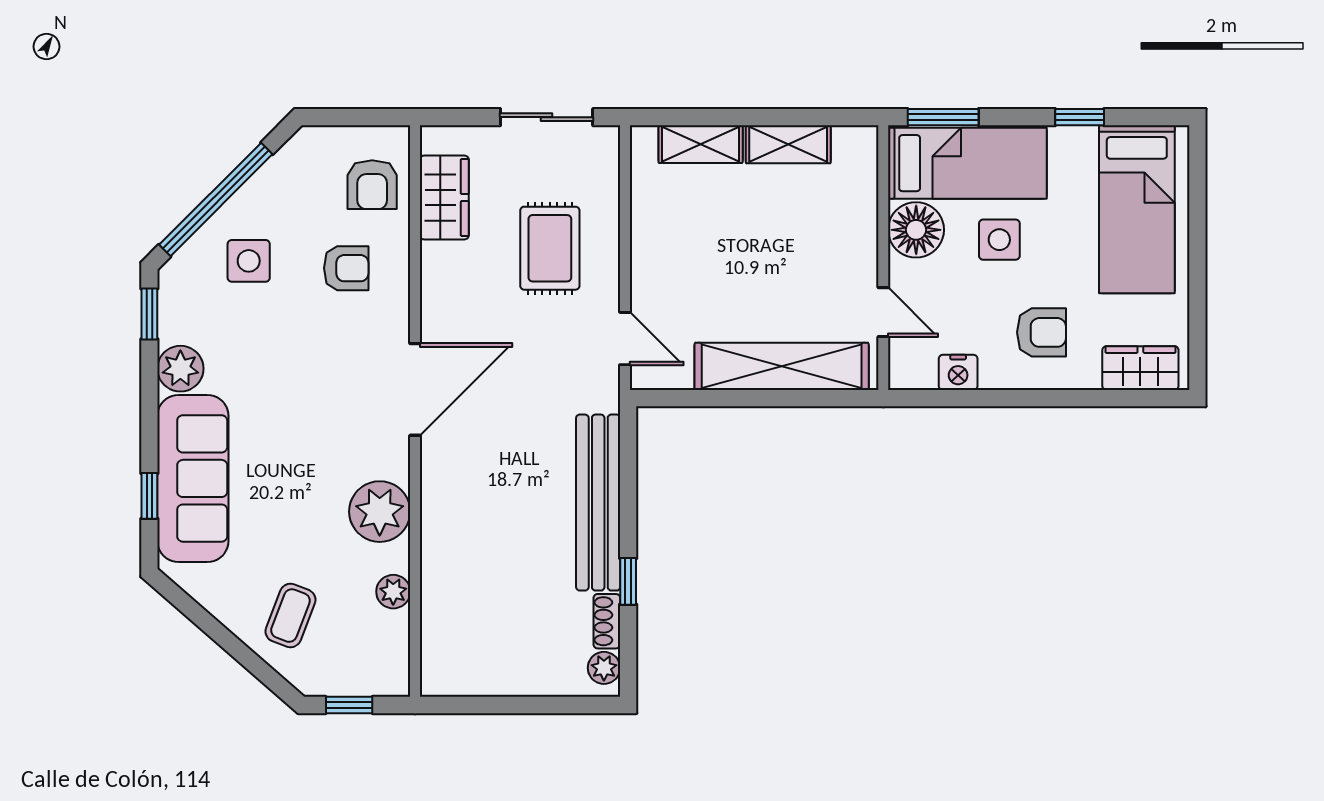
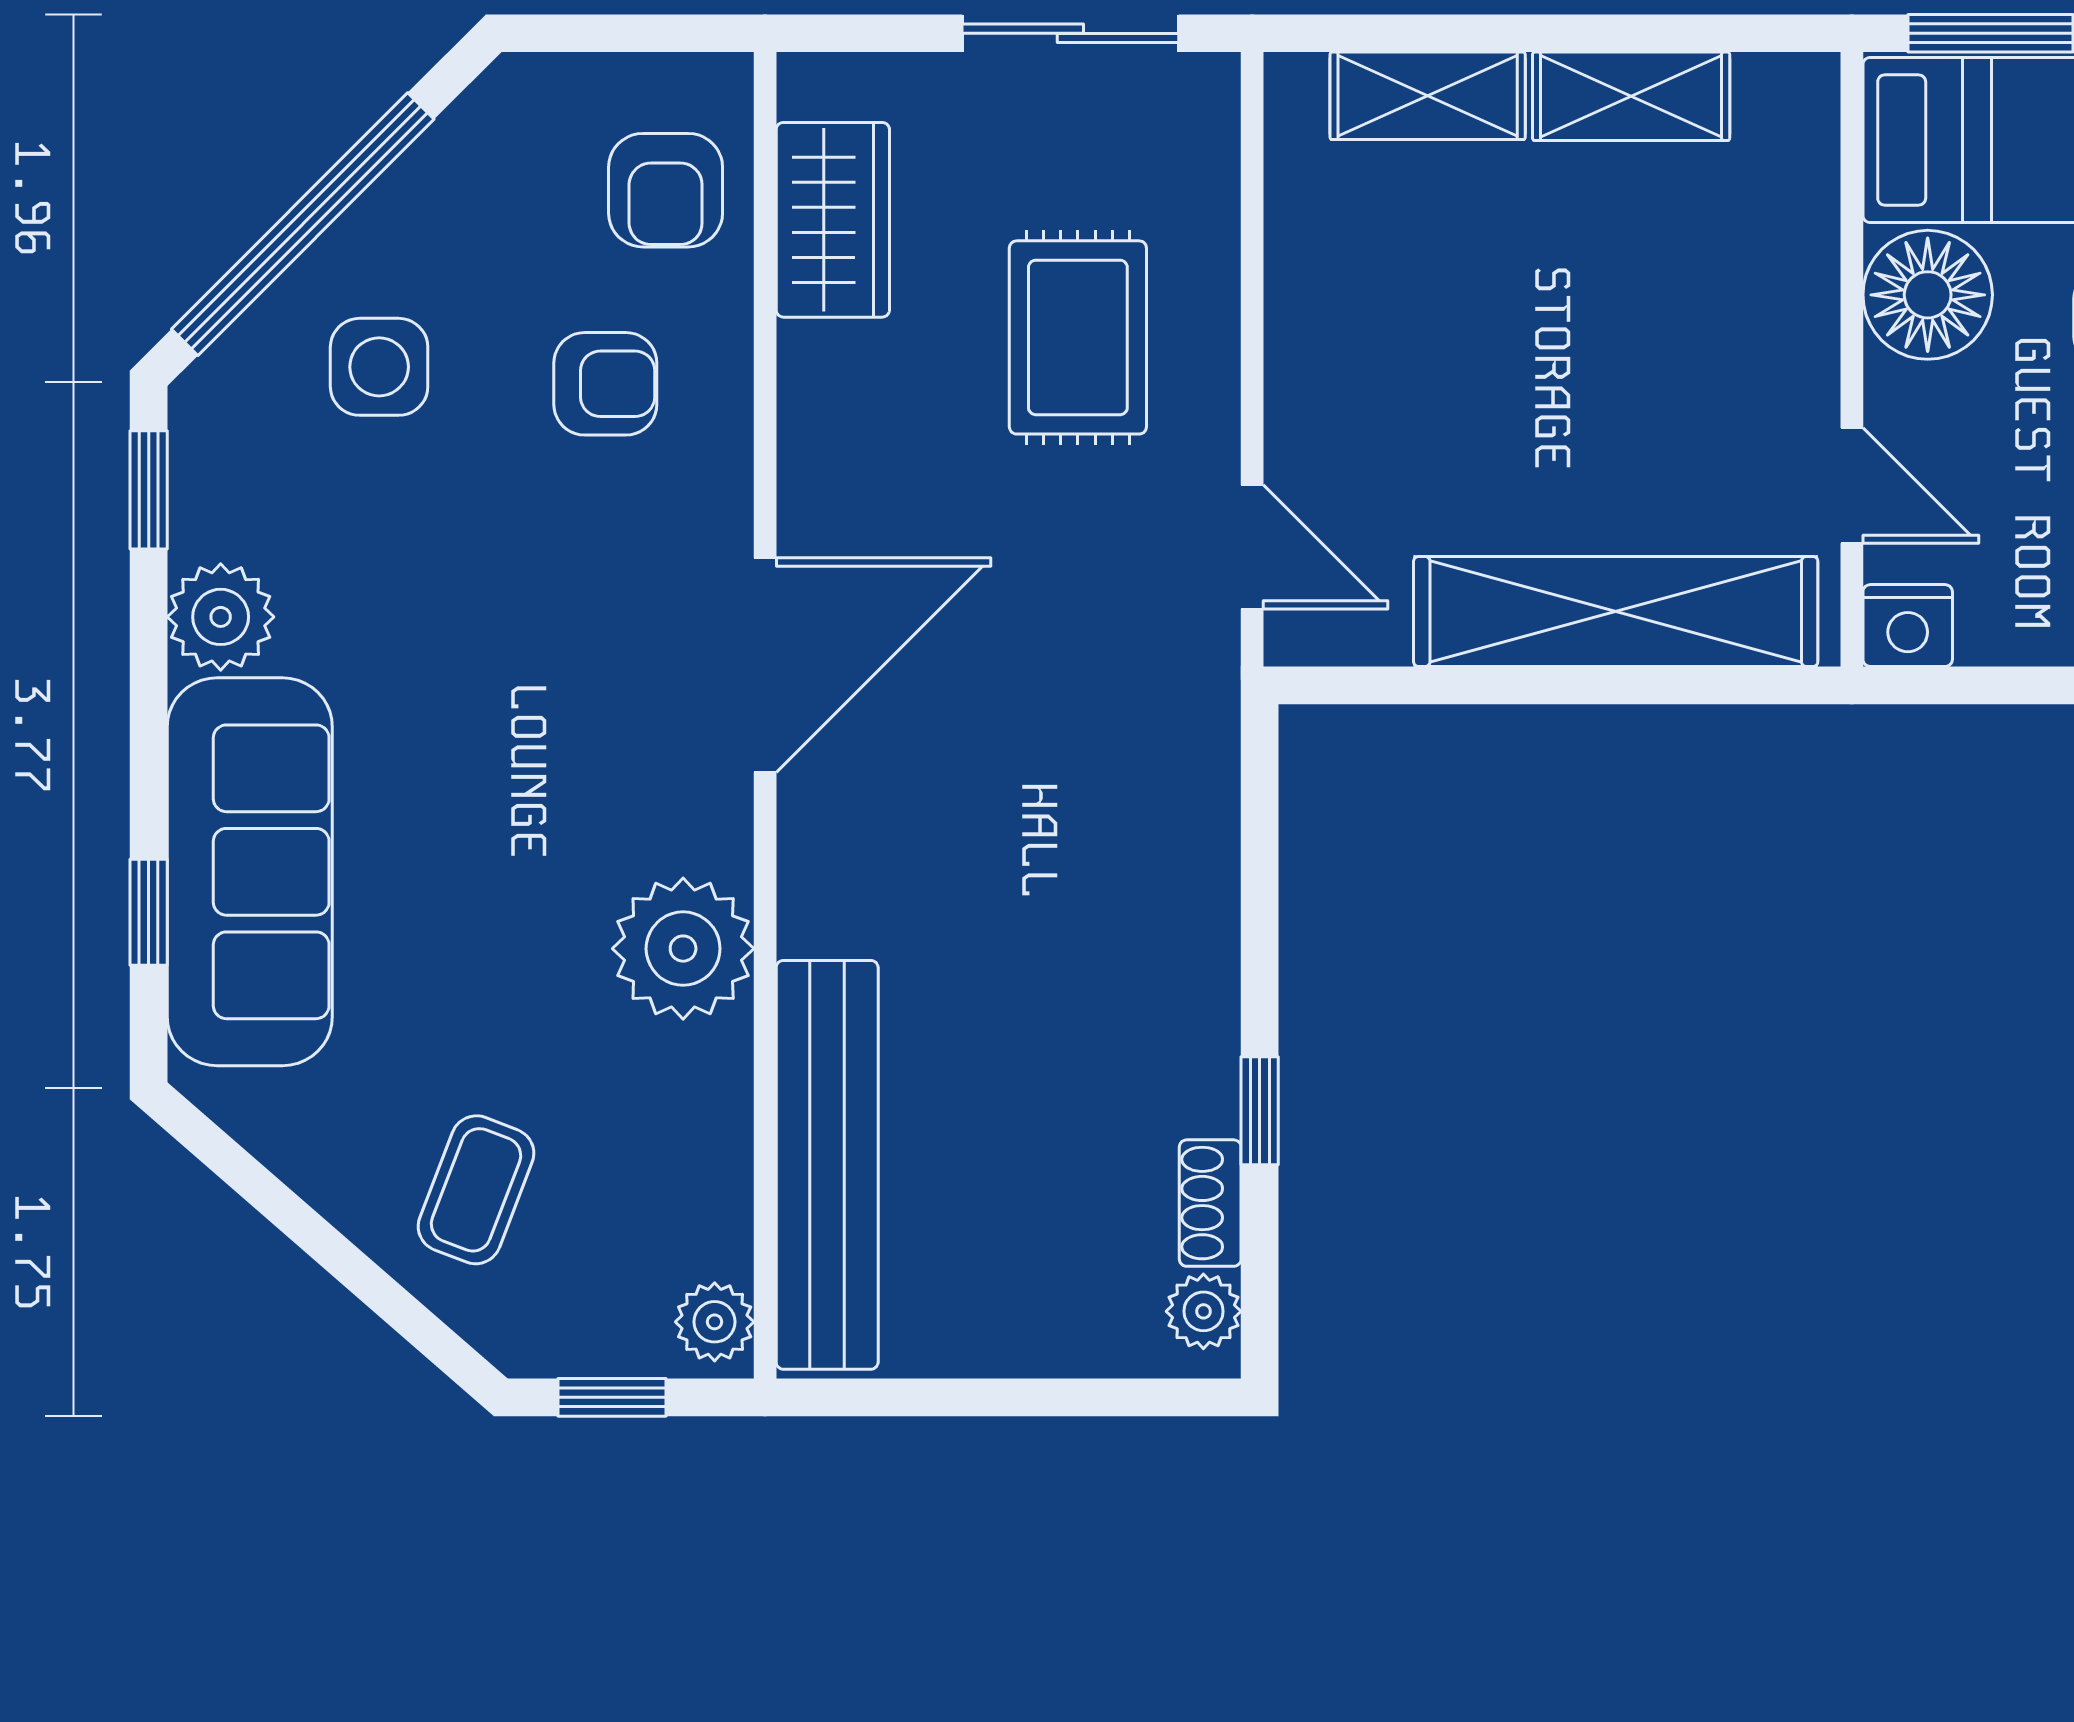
nightstand: (958, 372) -> (1908, 626), moved
bench: (598, 503) -> (827, 1165), moved
plant: (393, 592) -> (715, 1322), moved

